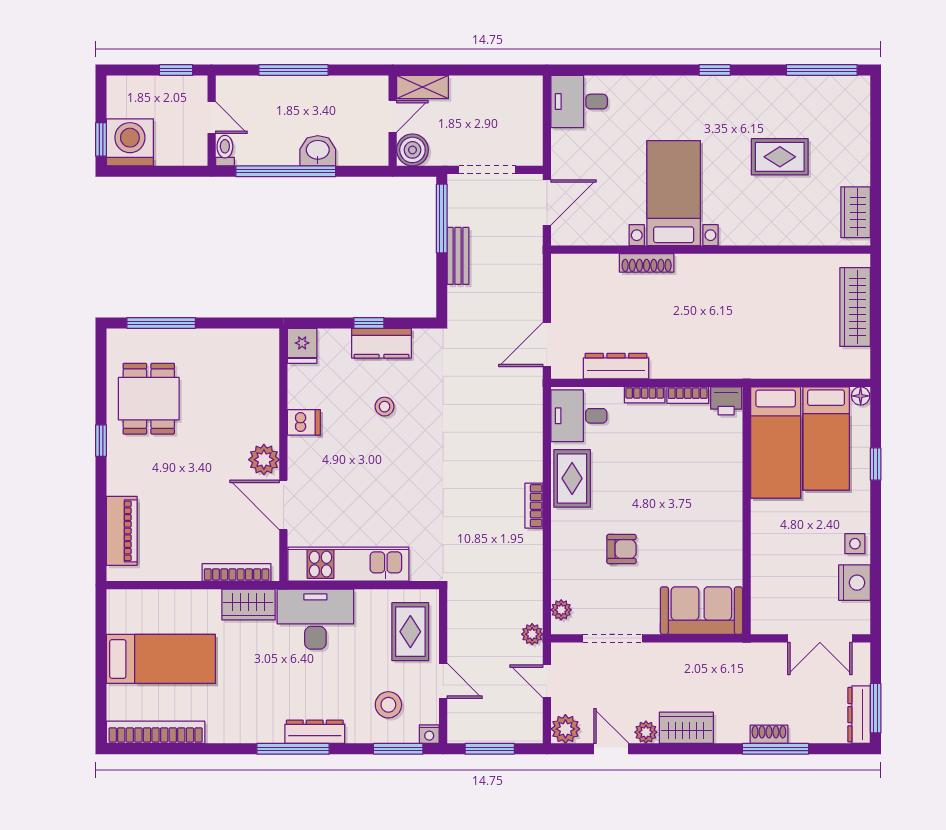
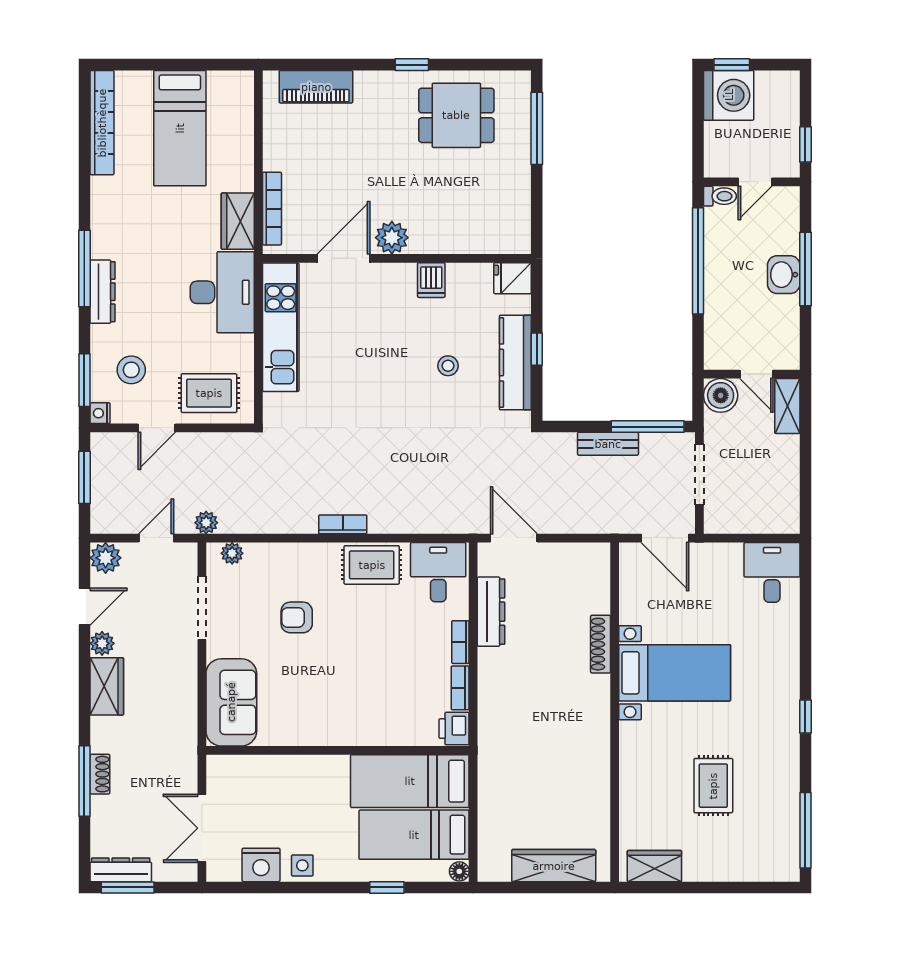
washbasin: (318, 151) -> (784, 275), moved, turned 180
kitchen counter: (381, 343) -> (515, 362), width x1.50
armchair: (621, 549) -> (297, 617), turned 90

